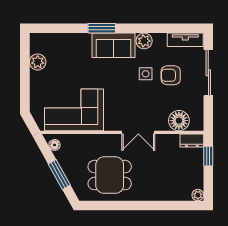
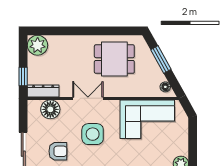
side table: (146, 74) -> (93, 134), moved, width x1.87, depth x1.87
dresser: (192, 141) -> (43, 91), width x1.44
plant: (198, 195) -> (38, 45), width x1.88, depth x1.88

